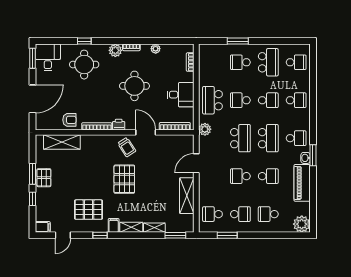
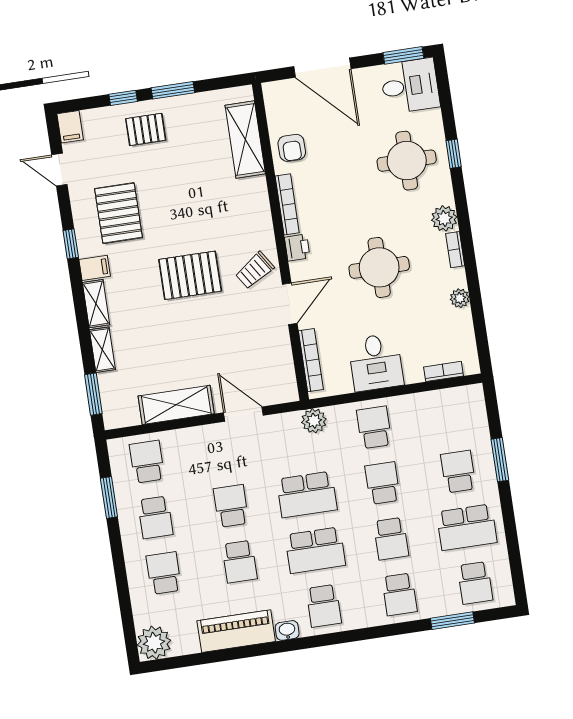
school desk: (212, 100) -> (374, 427), width x0.54
window: (313, 155) -> (452, 621), moved
pallet: (44, 178) -> (146, 129), moved

